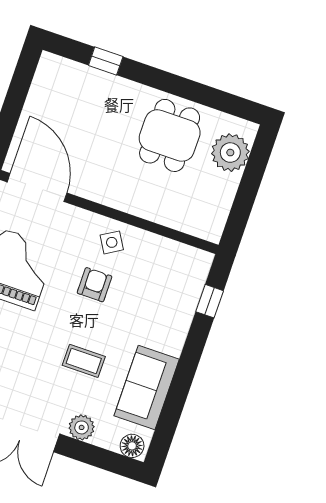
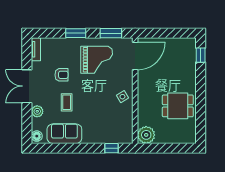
window: (106, 61) -> (201, 55), moved
plant: (230, 153) -> (146, 135), moved
armchair: (95, 285) -> (61, 75), moved

